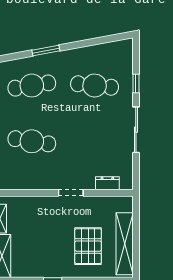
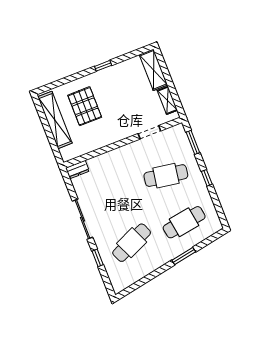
cafe table: (95, 86) -> (132, 243), turned -30
dresser: (107, 183) -> (77, 170), moved
doorway: (71, 193) -> (149, 132), moved

